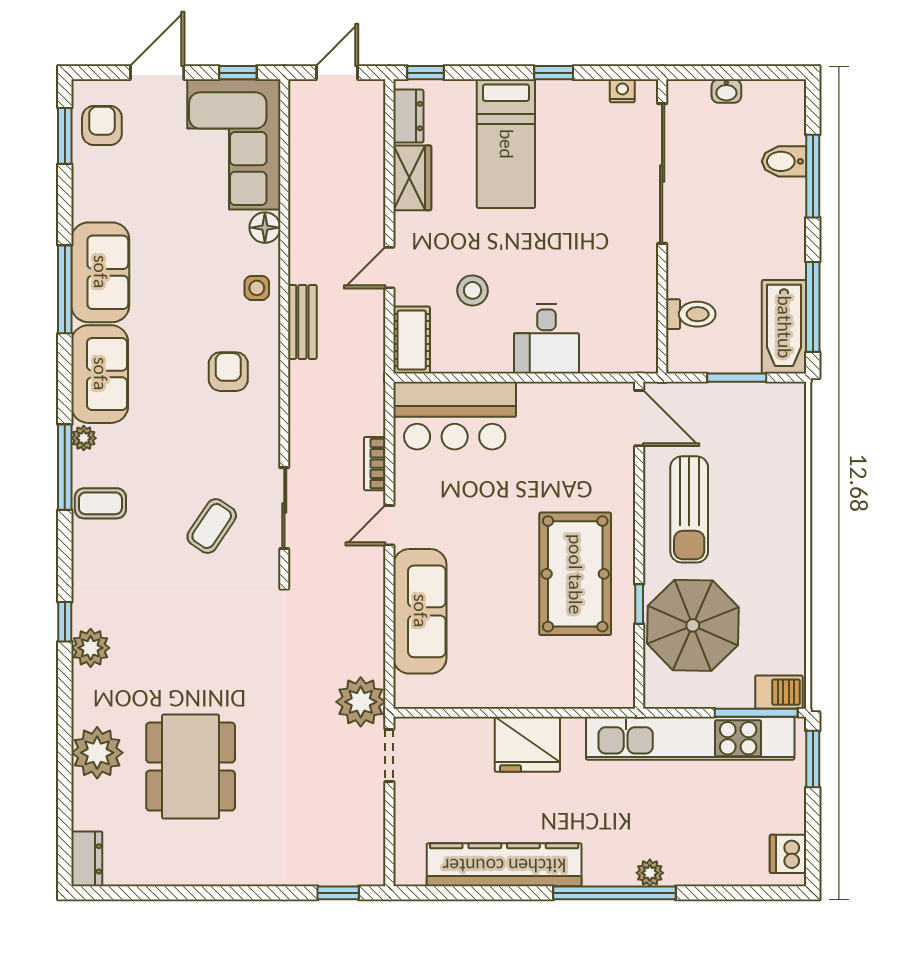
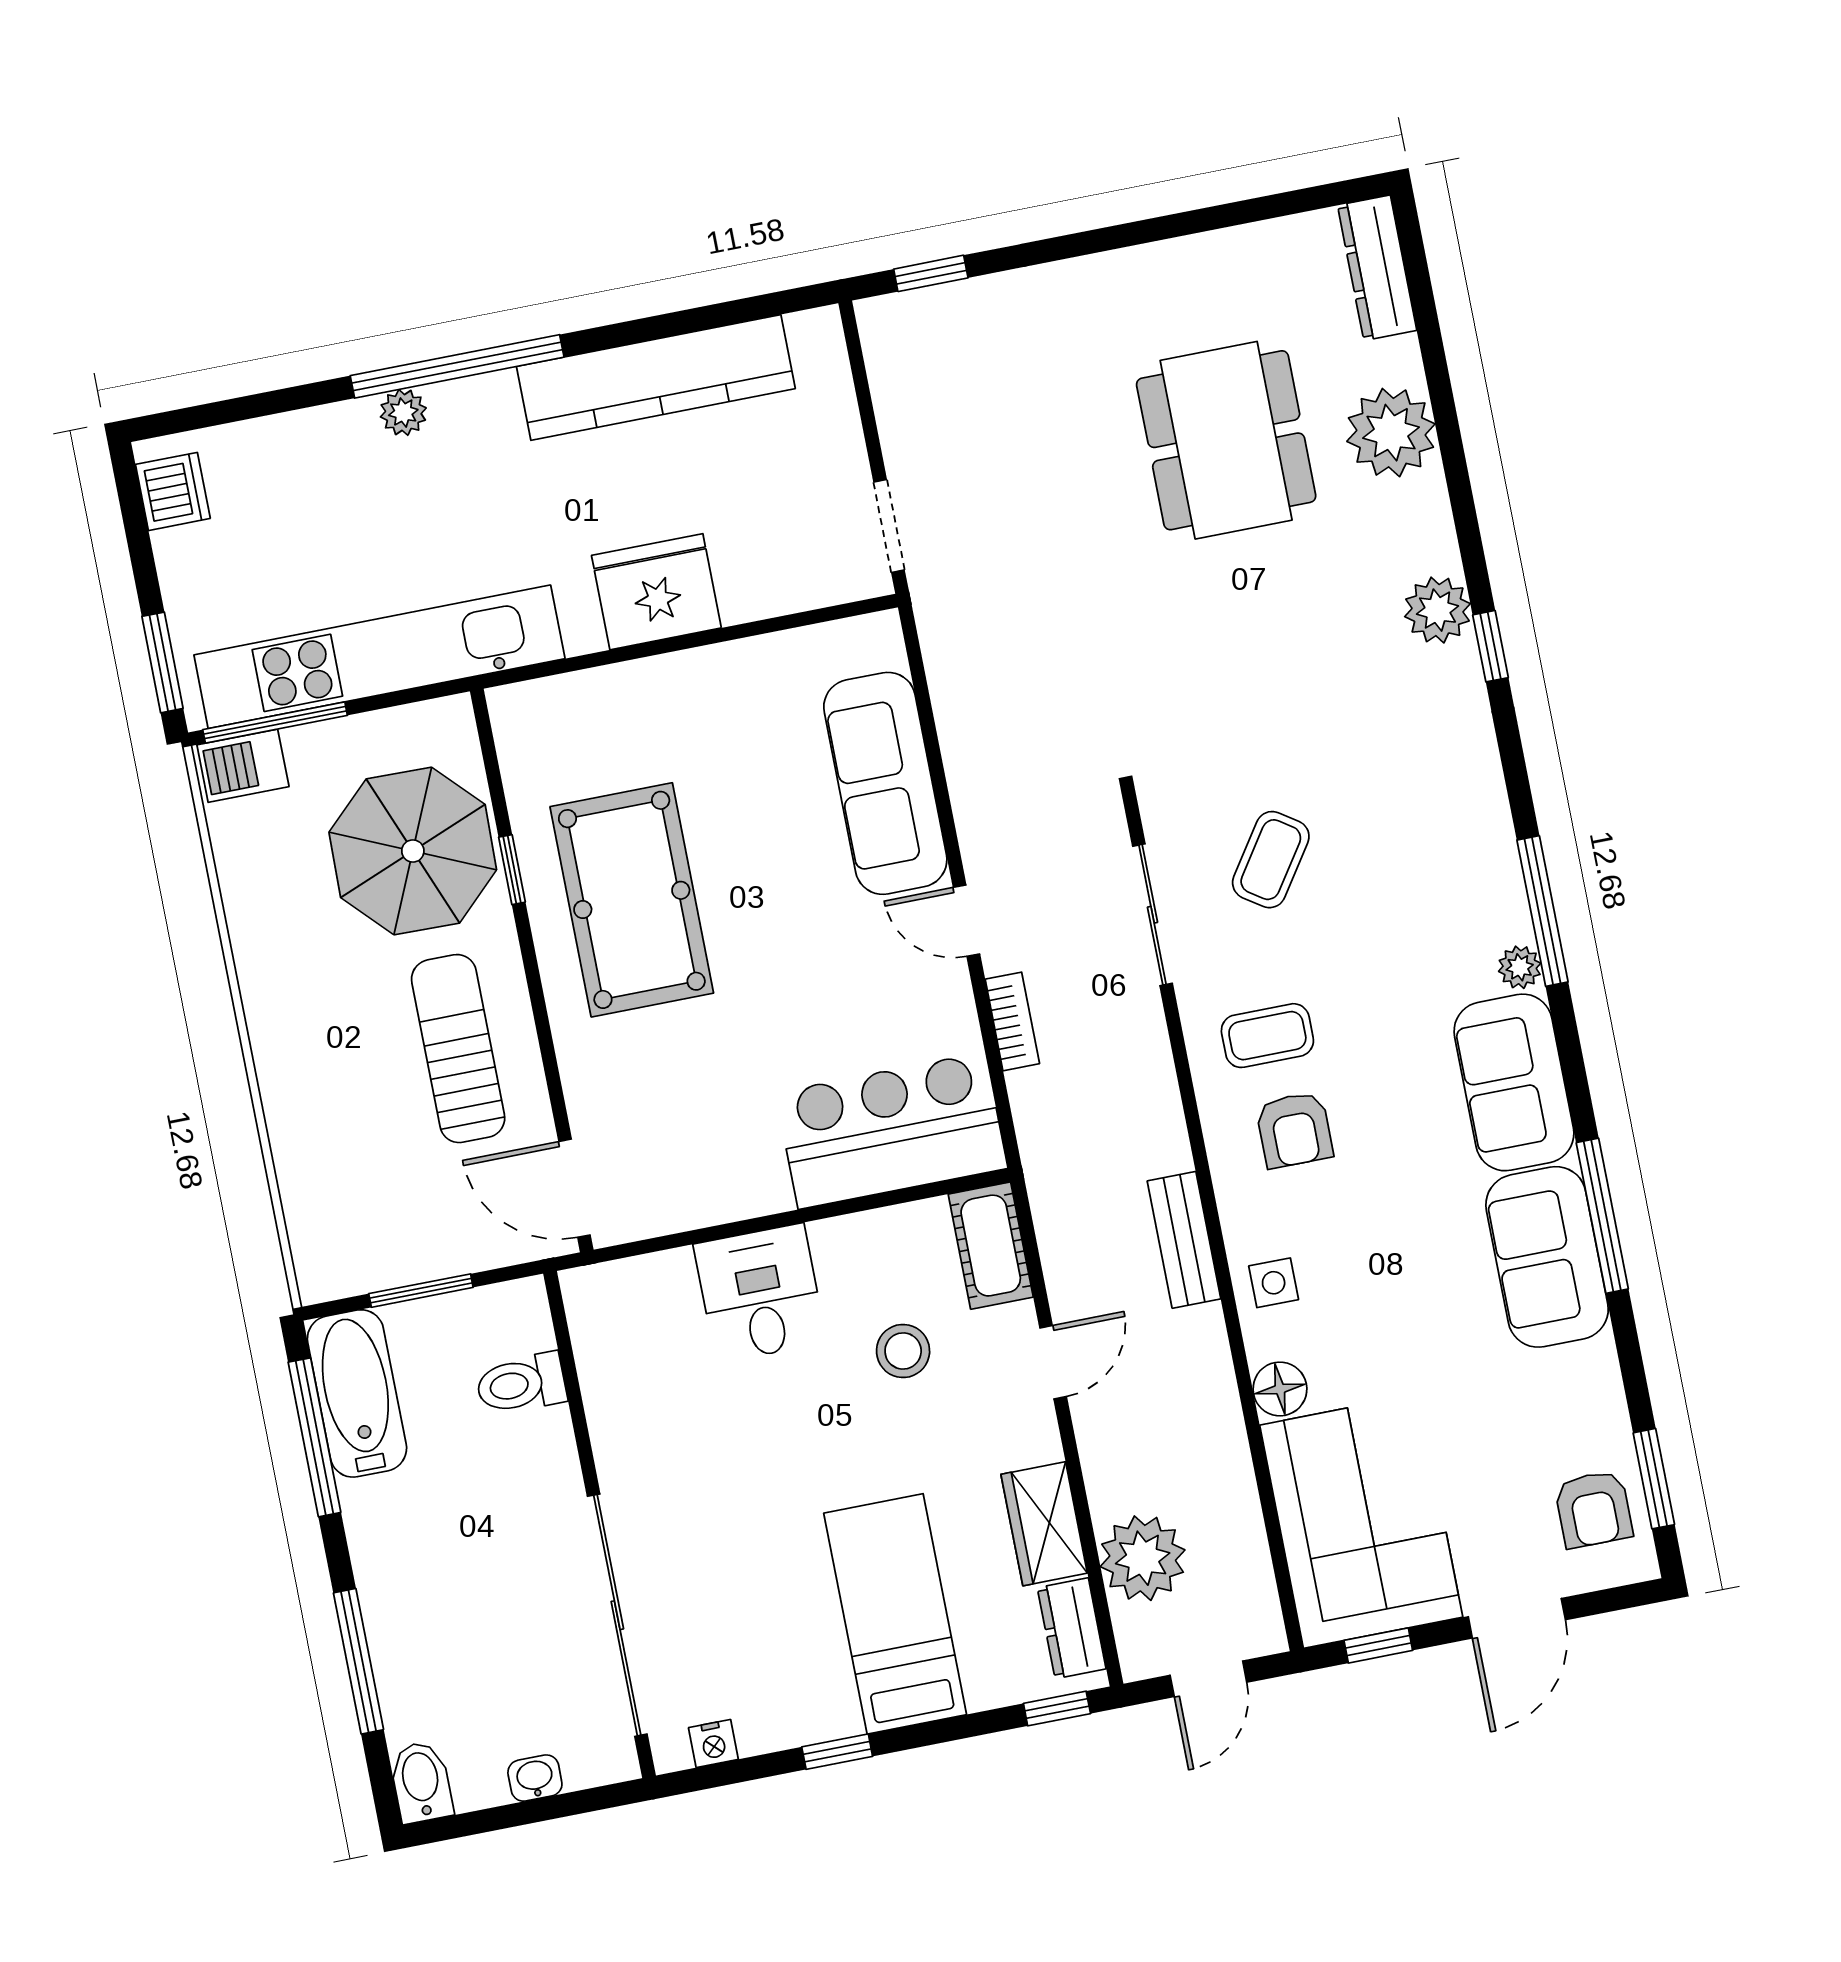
bidet: (784, 161) -> (421, 1782), moved, turned -90
coffee table: (100, 503) -> (1267, 1036), moved
door: (389, 525) -> (966, 921), swing flipped
plant: (361, 702) -> (1143, 1558), moved
dresser: (87, 859) -> (1377, 268), width x1.44

